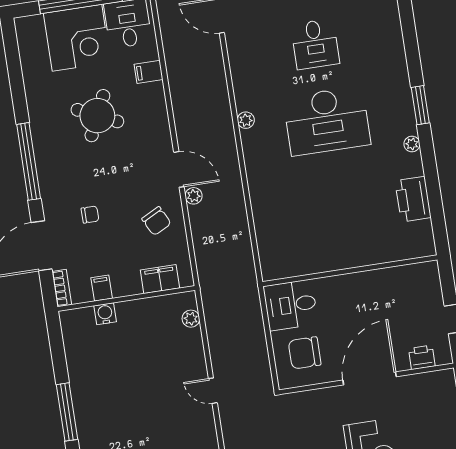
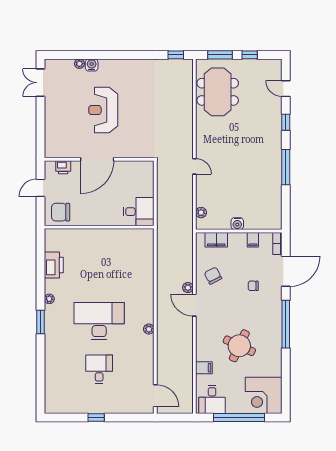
corner desk: (77, 38) -> (264, 395), moved, turned -90
water cooler: (105, 314) -> (237, 224), moved
chair: (305, 353) -> (61, 212), moved, turned 180

